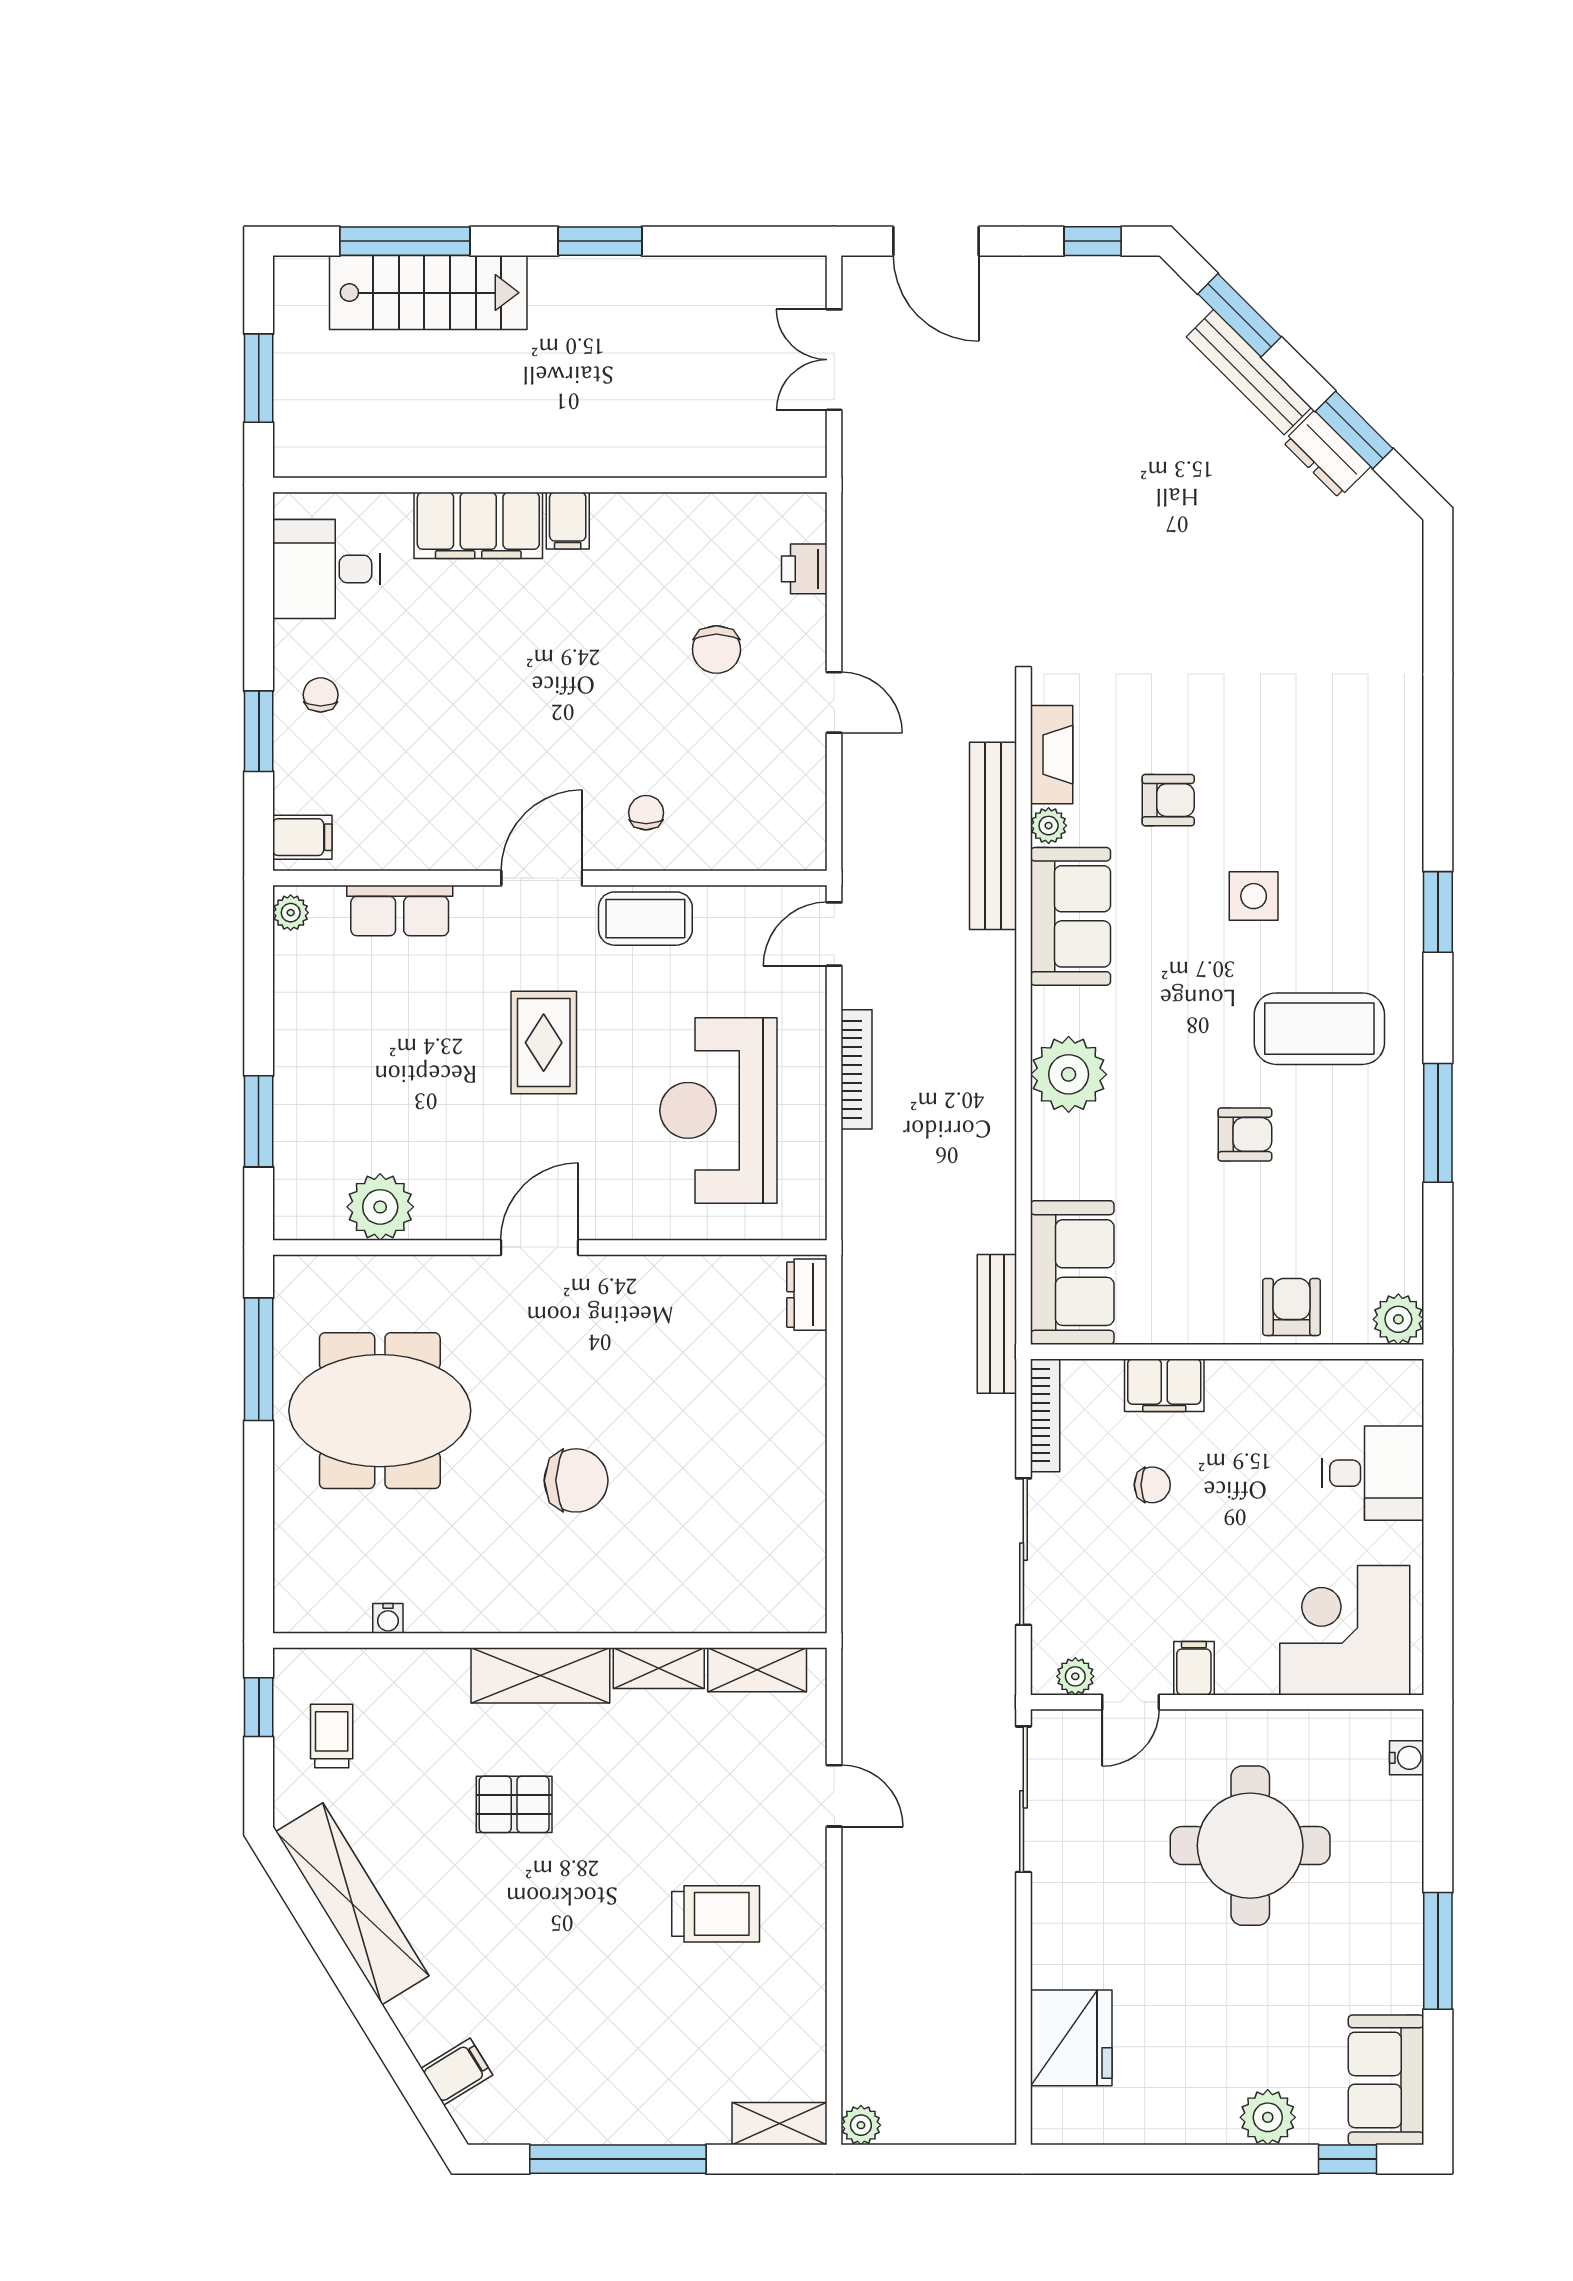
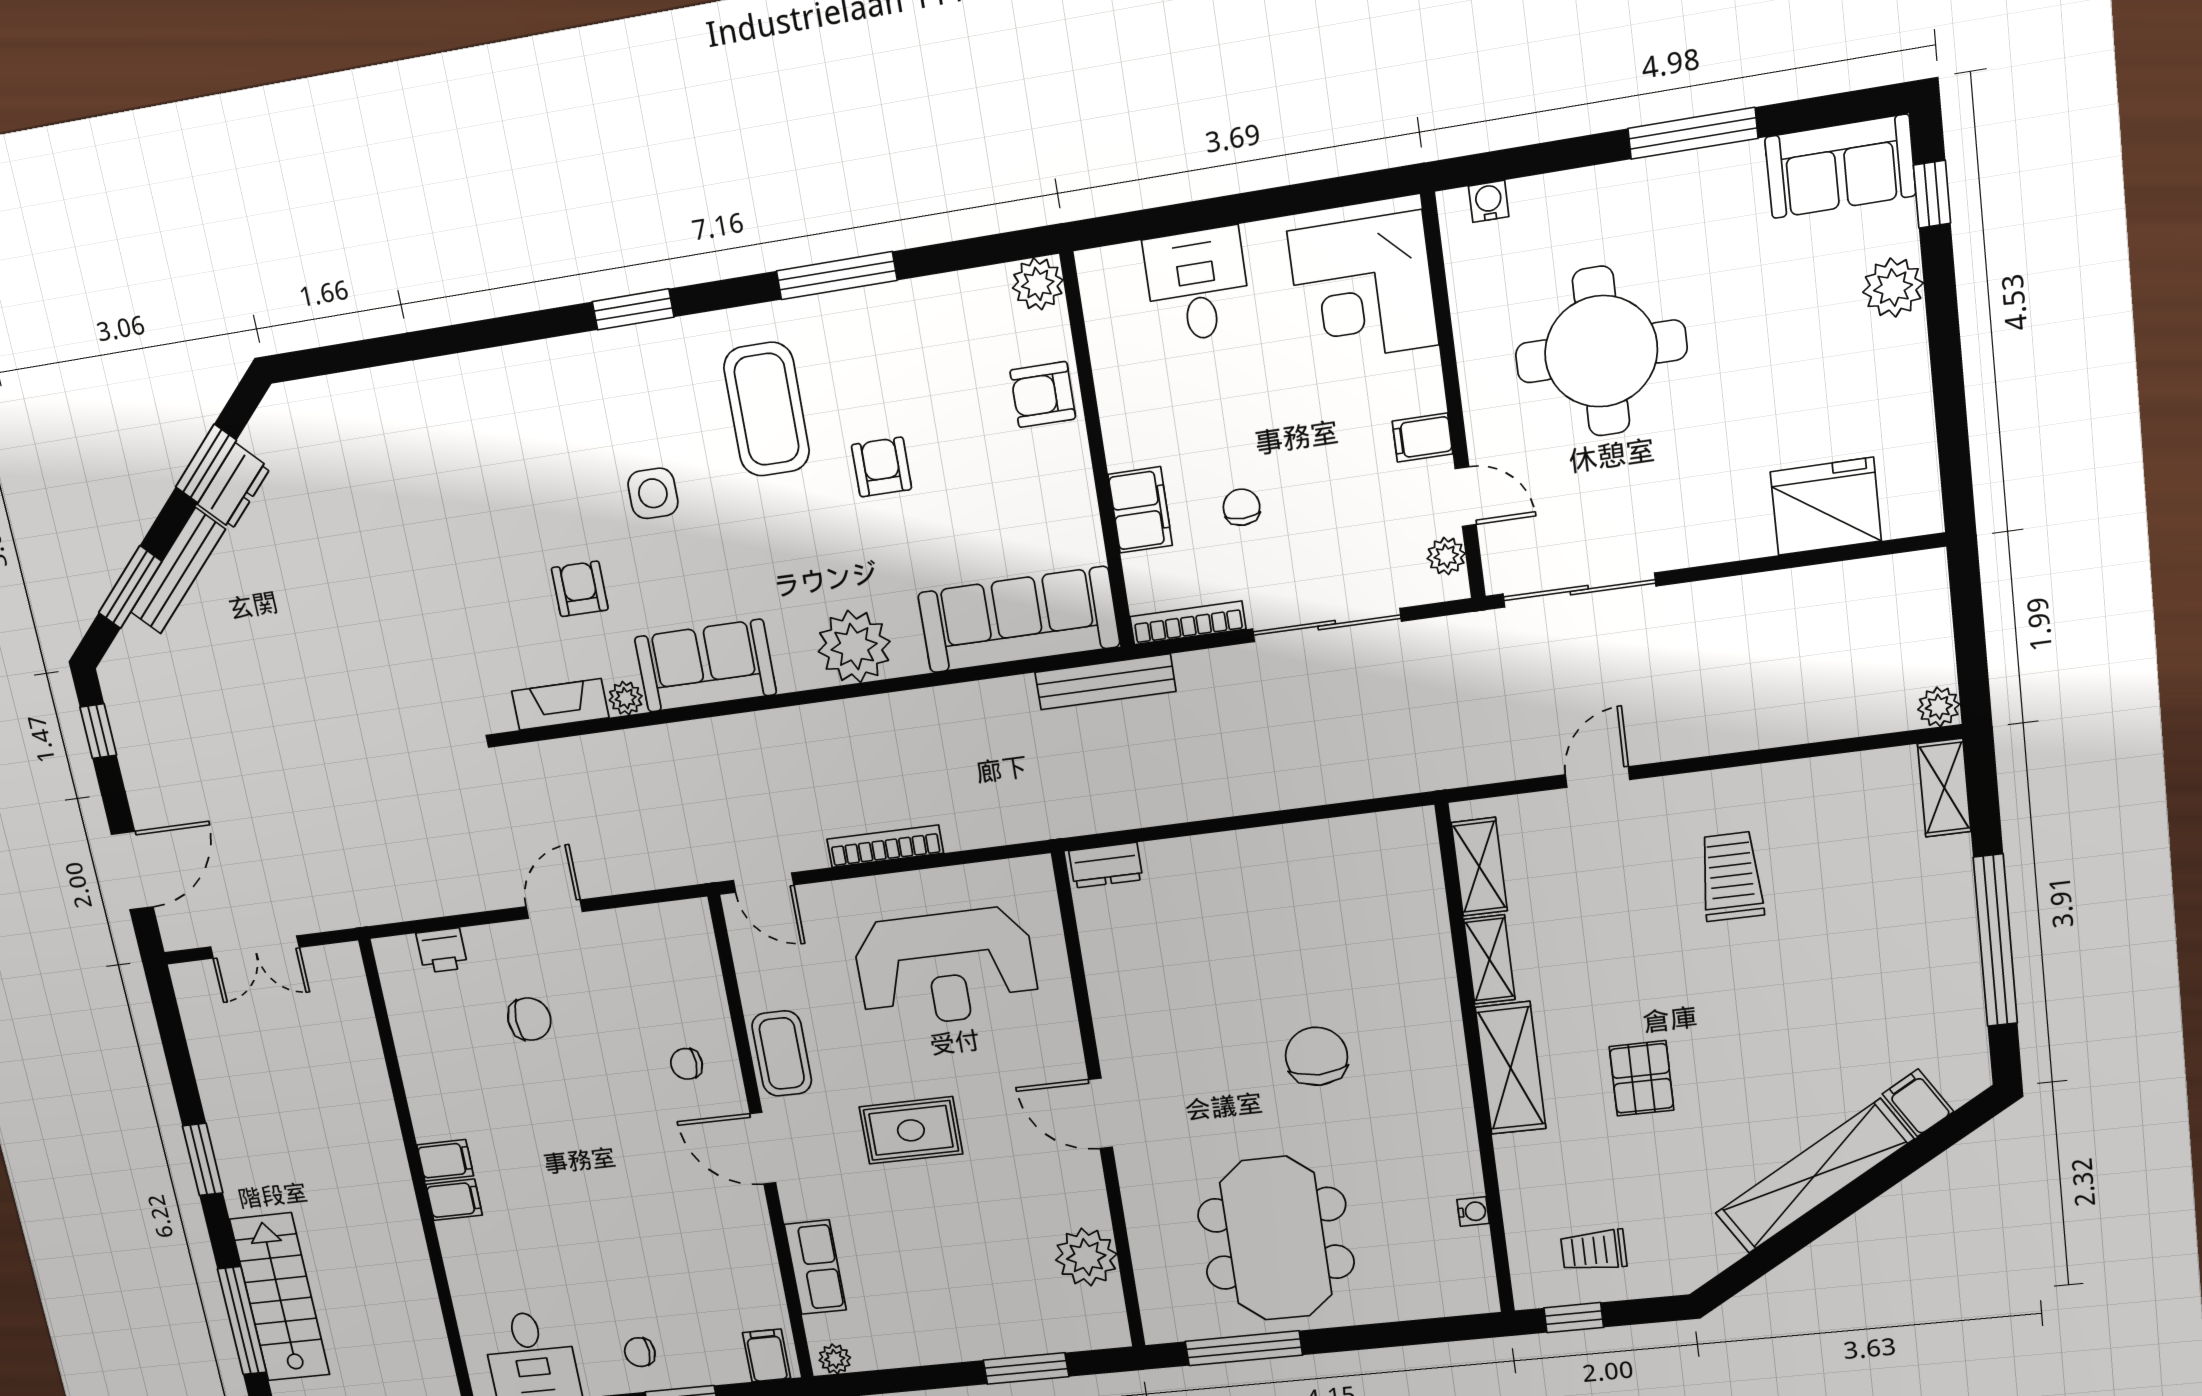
filing cabinet: (478, 525) -> (454, 1200), width x0.33, depth x0.86
bench: (993, 836) -> (645, 748), removed
sofa: (1072, 1273) -> (1019, 620), width x1.36
shelving: (352, 1904) -> (1814, 1176), moved

